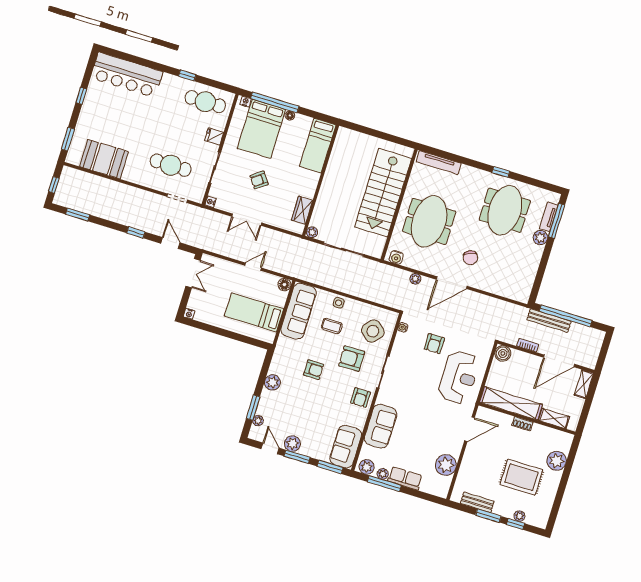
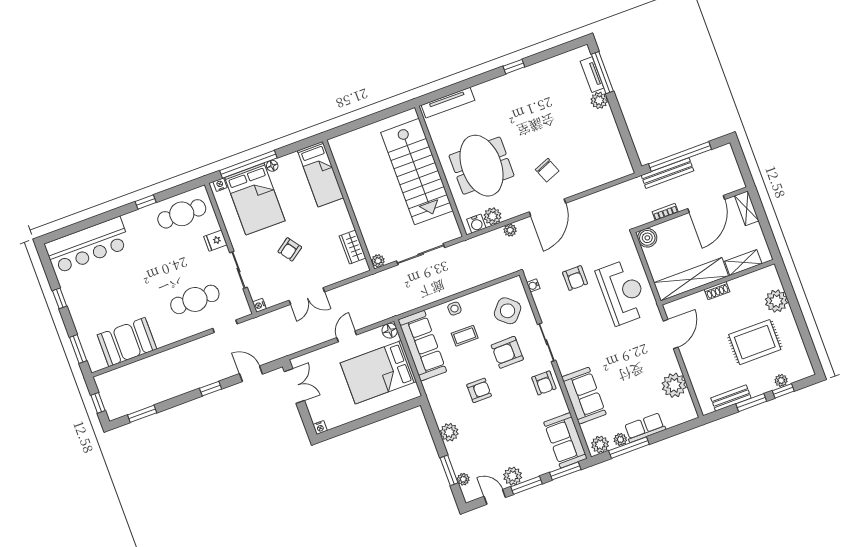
meeting table: (505, 210) -> (545, 100), removed
plant: (411, 261) -> (492, 216), added
bed: (254, 312) -> (378, 372), width x1.50

